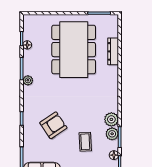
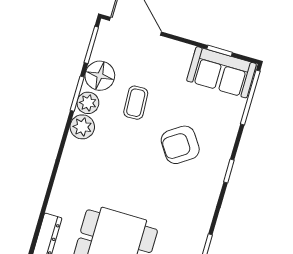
plant: (28, 80) -> (201, 231), removed
floor lamp: (114, 155) -> (100, 76), width x1.89, depth x1.89

